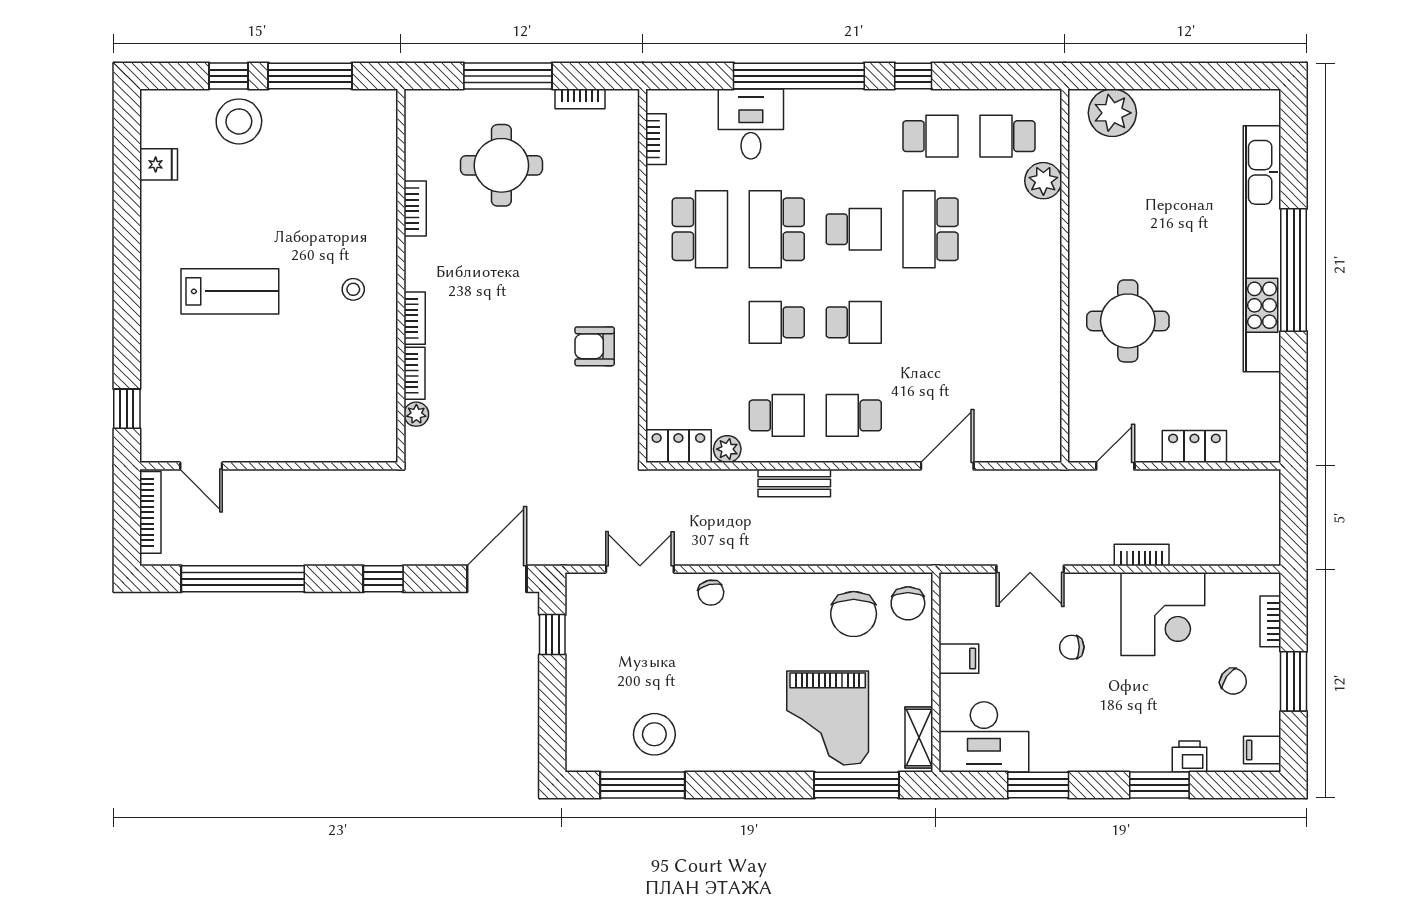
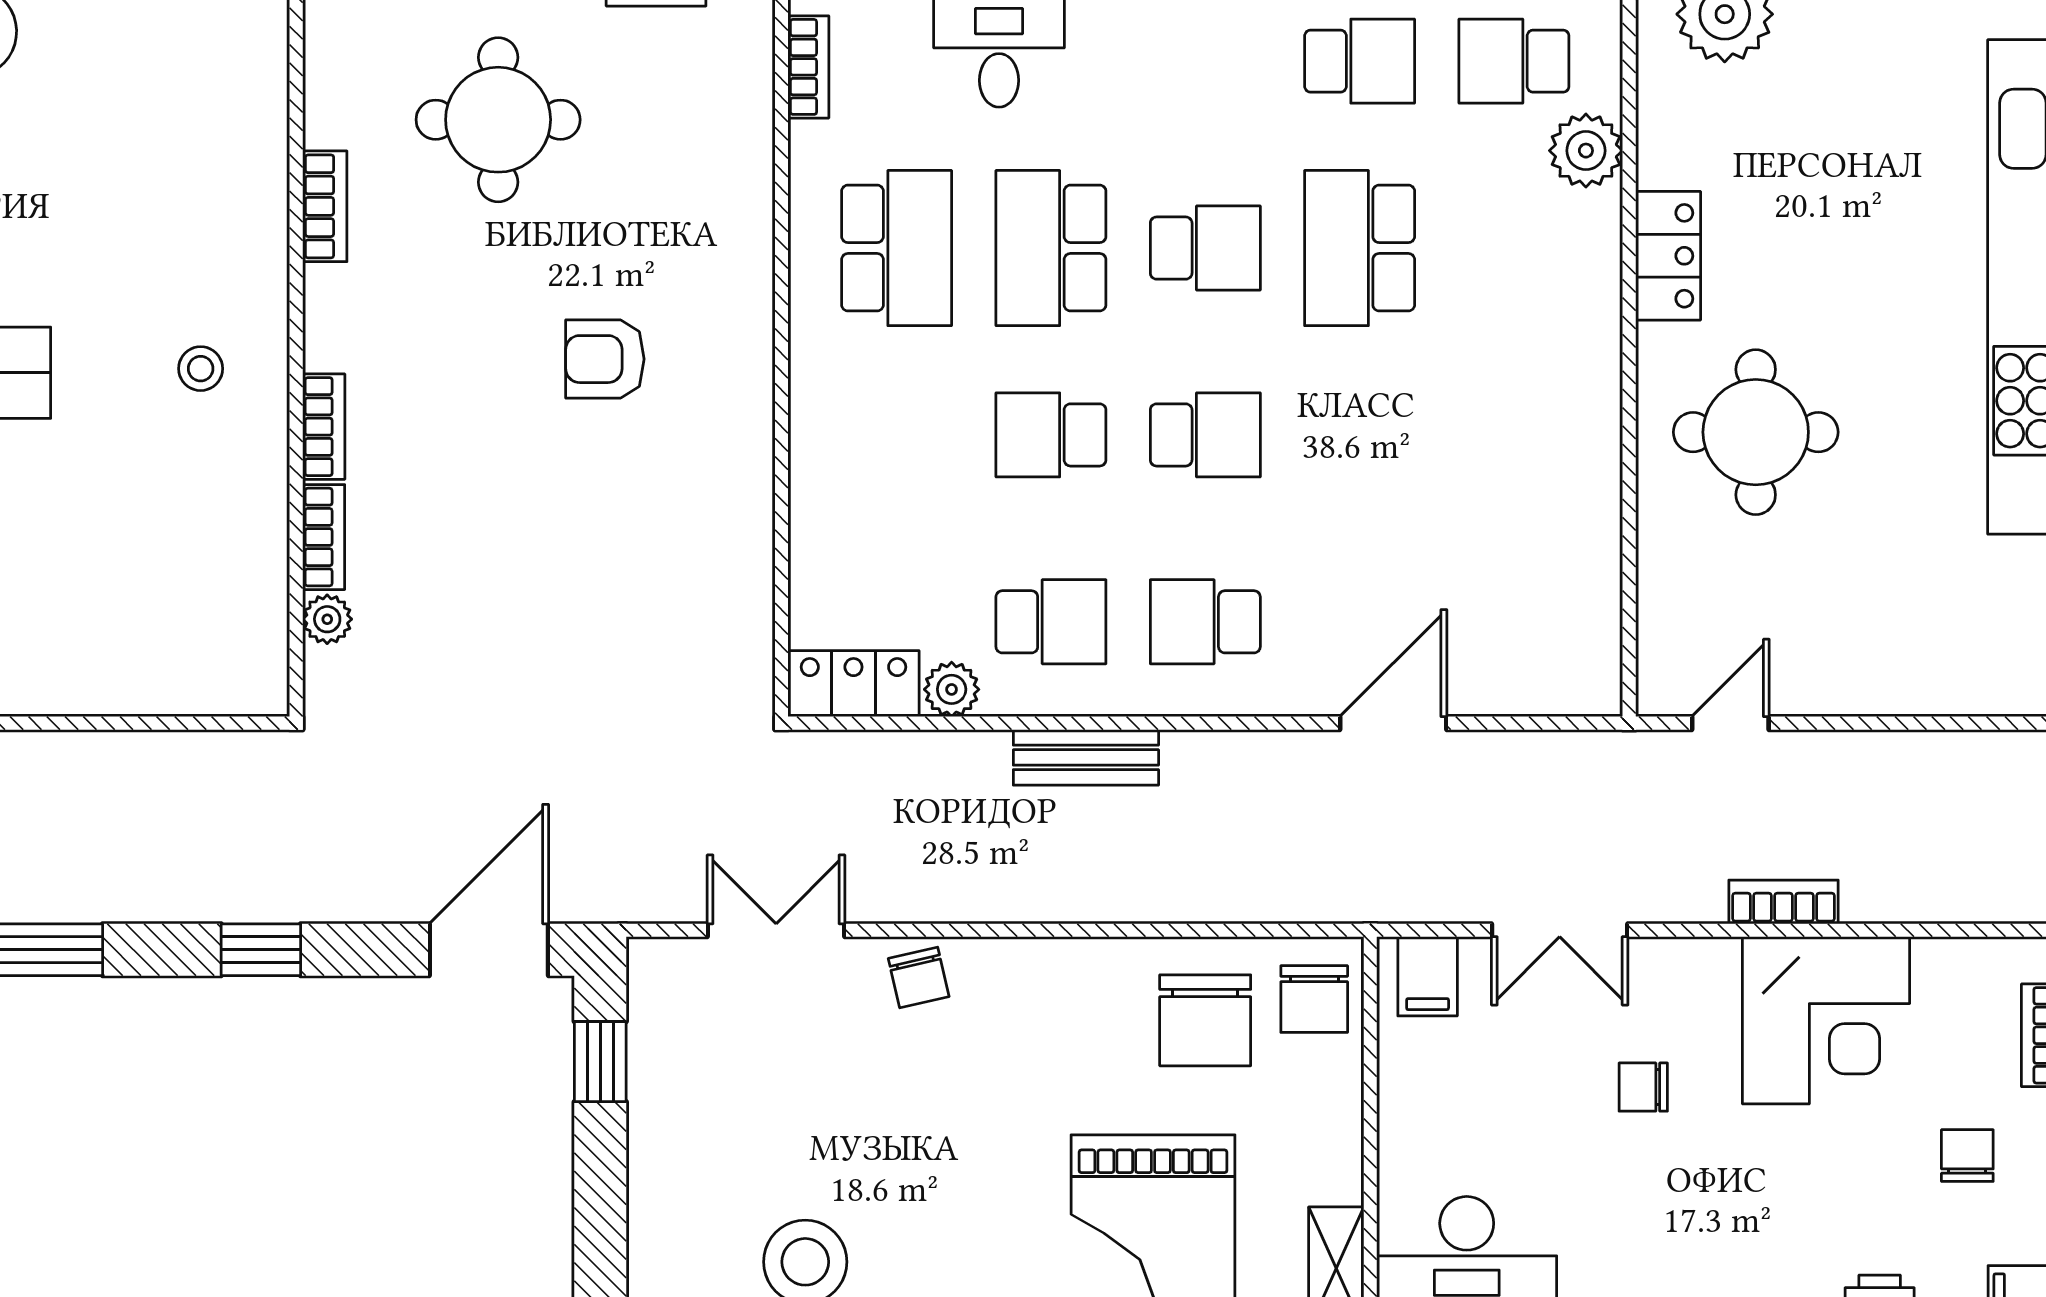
armchair: (595, 346) -> (605, 359), moved
locker: (1194, 447) -> (1668, 256), moved, turned 90
filing cabinet: (959, 659) -> (1428, 976), moved, turned 90
chair: (1233, 681) -> (1967, 1156), turned -125

